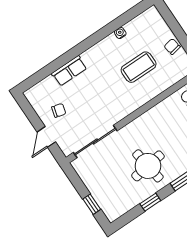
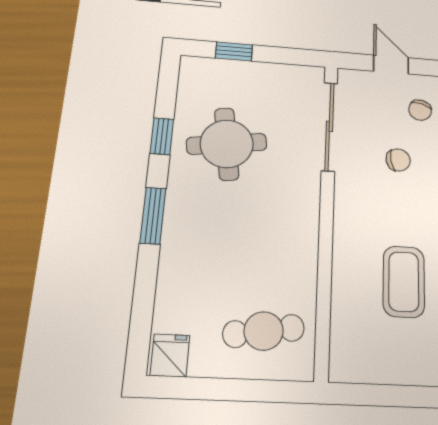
chair: (172, 47) -> (398, 160), moved
round table: (148, 166) -> (227, 144), moved

